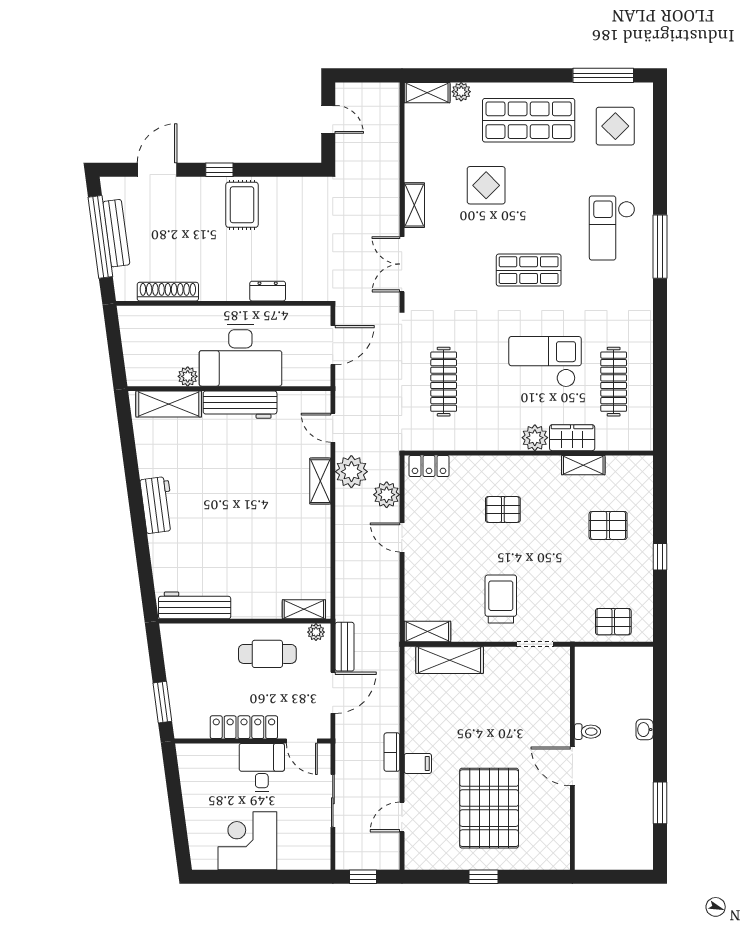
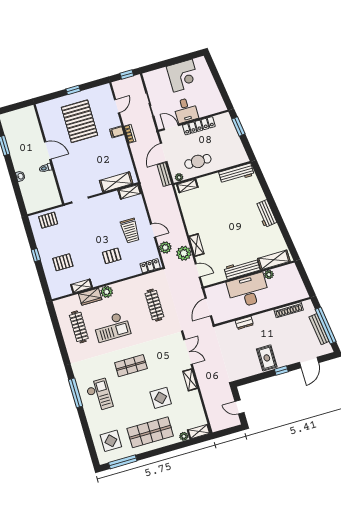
trolley: (501, 599) -> (130, 231), moved

